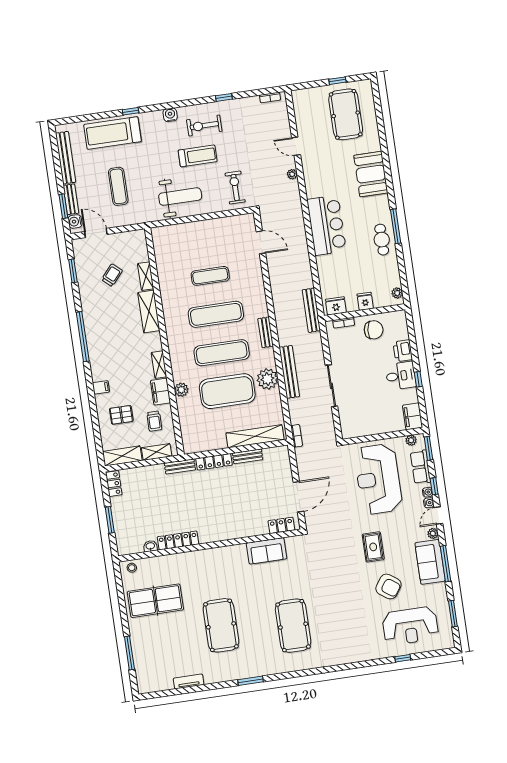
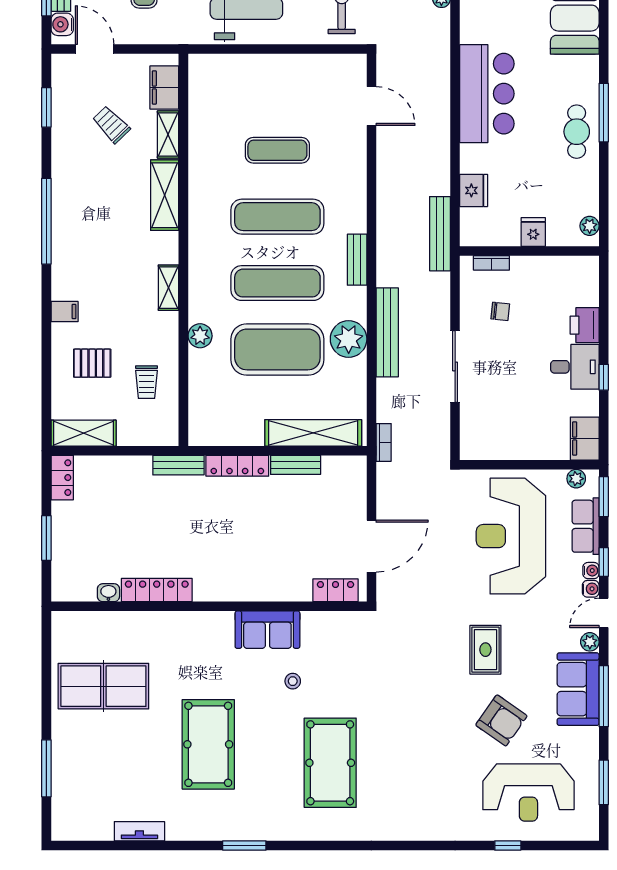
trolley: (112, 275) -> (111, 124), turned -85
fridge: (336, 306) -> (474, 190), moved, turned 90
chair: (374, 330) -> (500, 311), moved, width x0.54, depth x0.54
filing cabinet: (161, 392) -> (164, 88), moved
shelving: (157, 452) -> (143, 435), removed
sofa: (267, 551) -> (267, 630), moved
stool: (132, 568) -> (293, 681), moved

